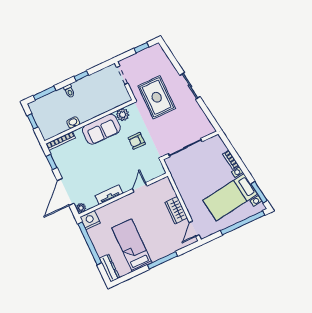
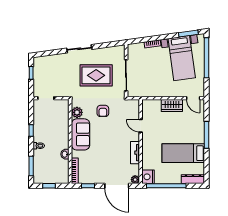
rug: (157, 97) -> (96, 75), moved

